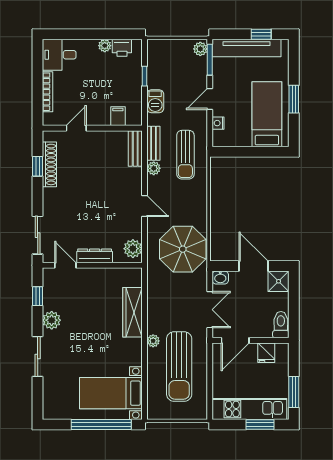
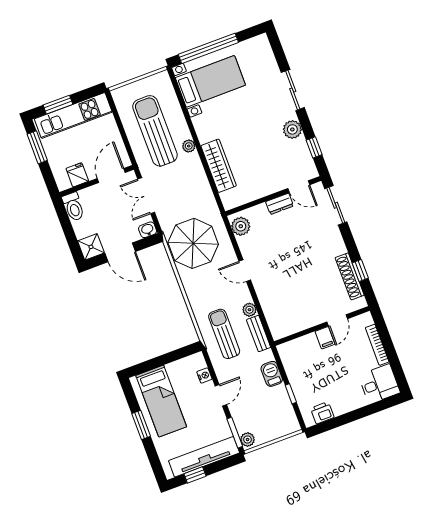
plant: (105, 46) -> (339, 409), removed
filing cabinet: (118, 116) -> (325, 338), moved
bench: (135, 148) -> (274, 322), removed
dresser: (95, 256) -> (280, 204), width x0.70

